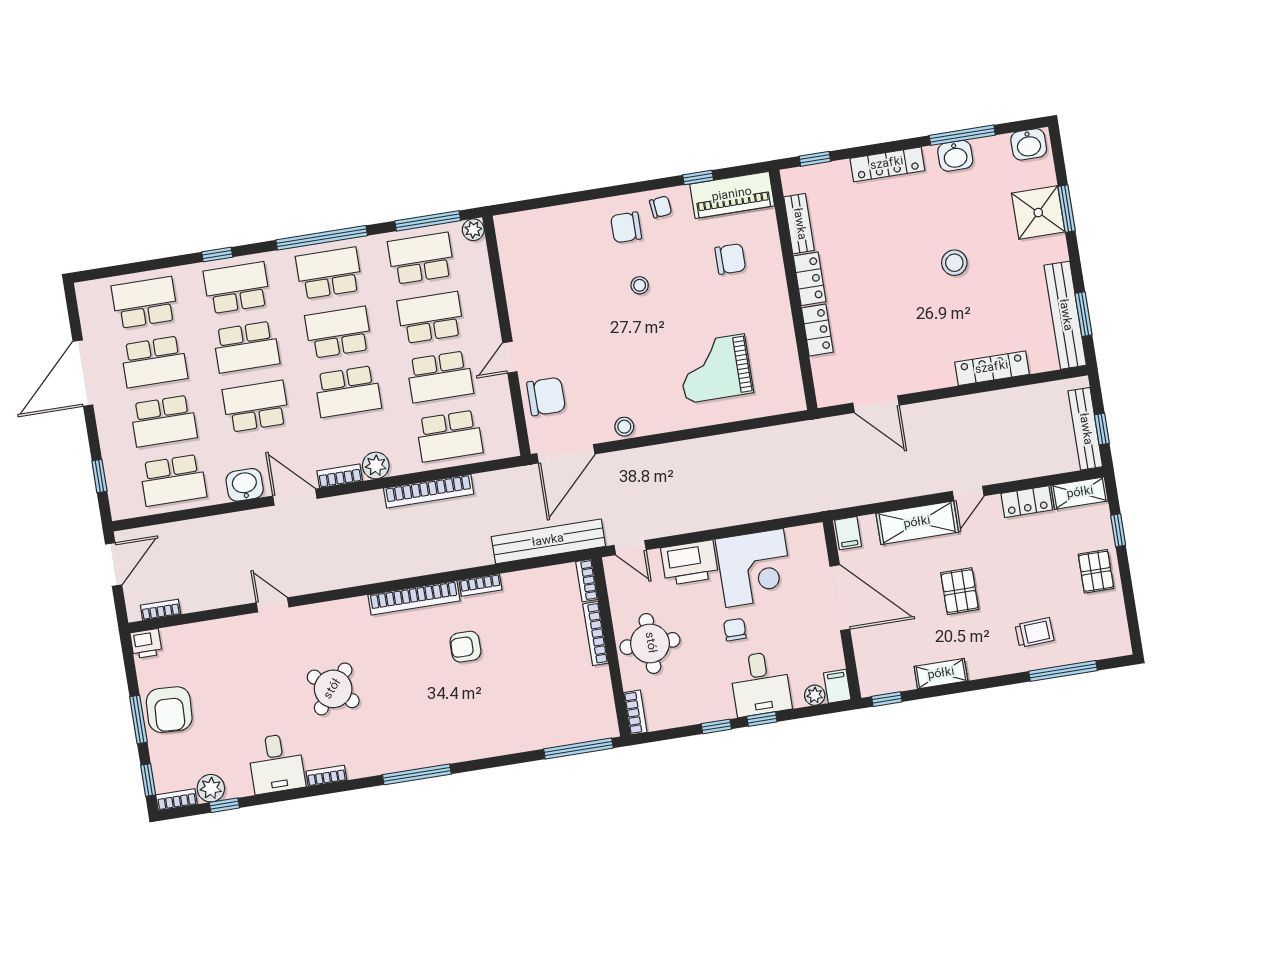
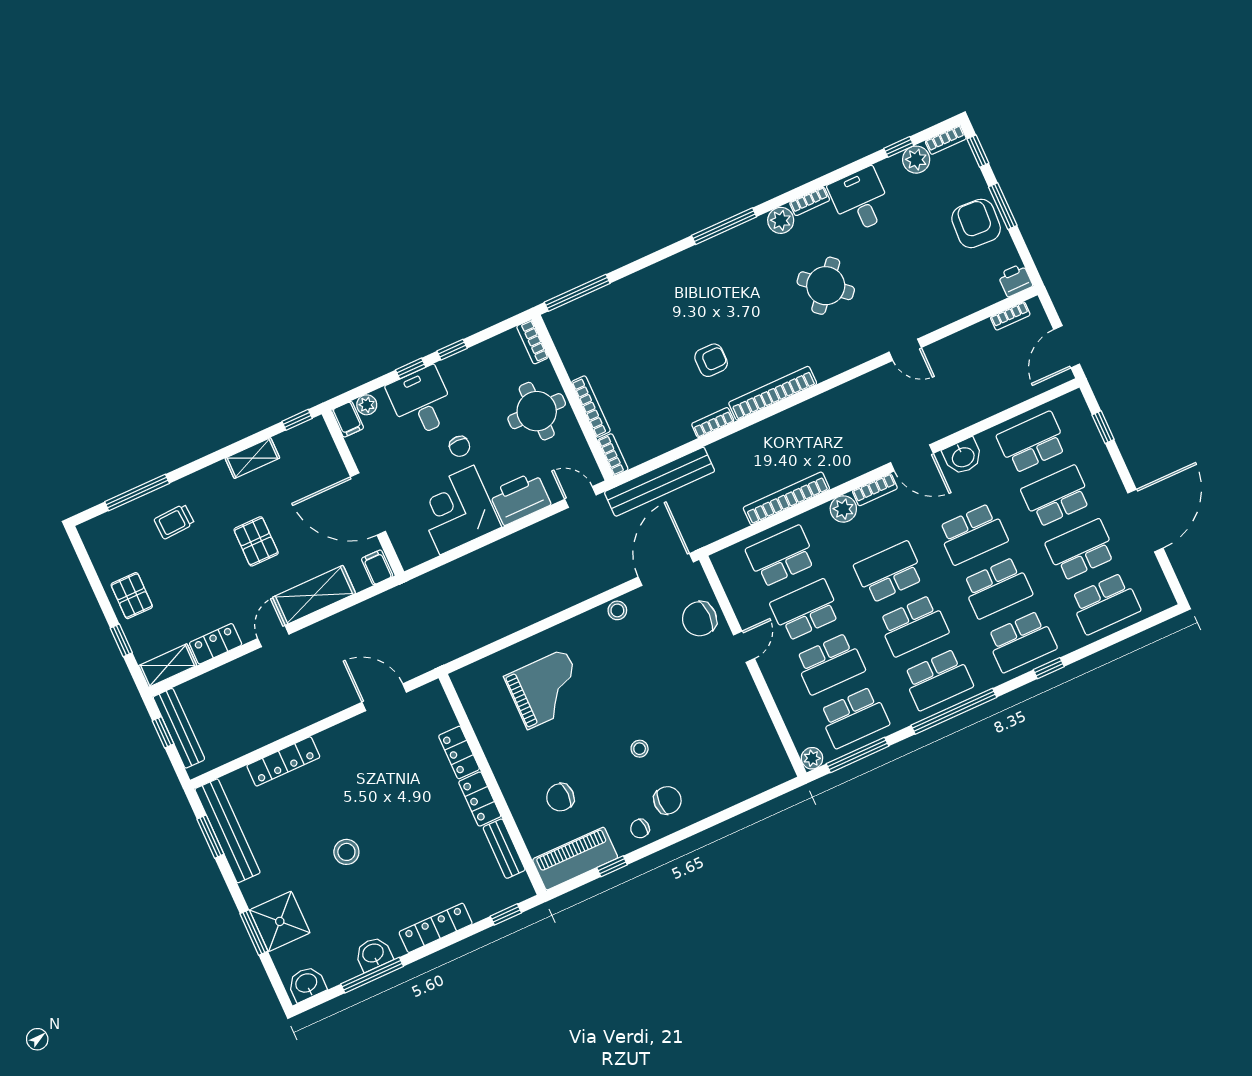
school desk: (246, 347) -> (997, 588), turned 180
plant: (360, 765) -> (781, 220), added

